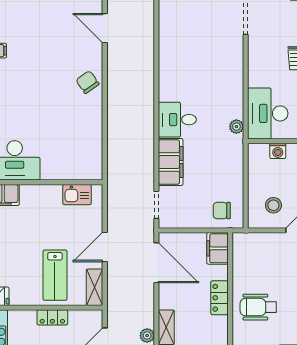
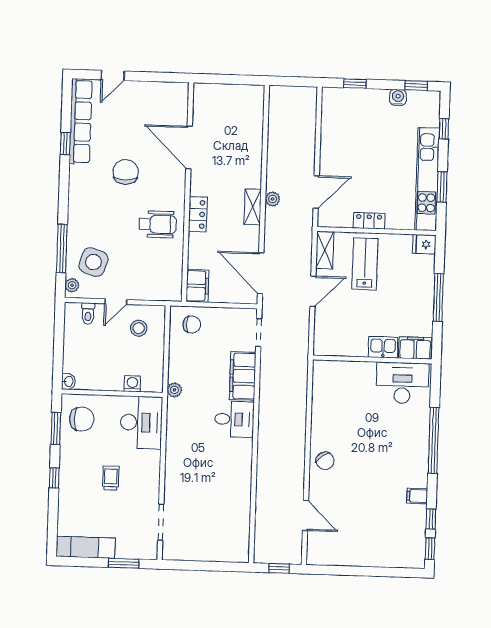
plant: (236, 127) -> (175, 390), moved
kitchen sink: (77, 195) -> (383, 347), moved
locker: (219, 298) -> (198, 214), moved

